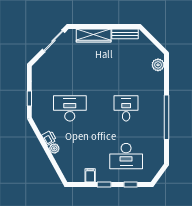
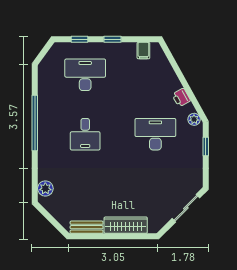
sliding door: (53, 41) -> (186, 208), moved
desk: (70, 108) -> (155, 134), turned 180
plant: (54, 148) -> (194, 119), moved
filing cabinet: (90, 175) -> (143, 51), moved

